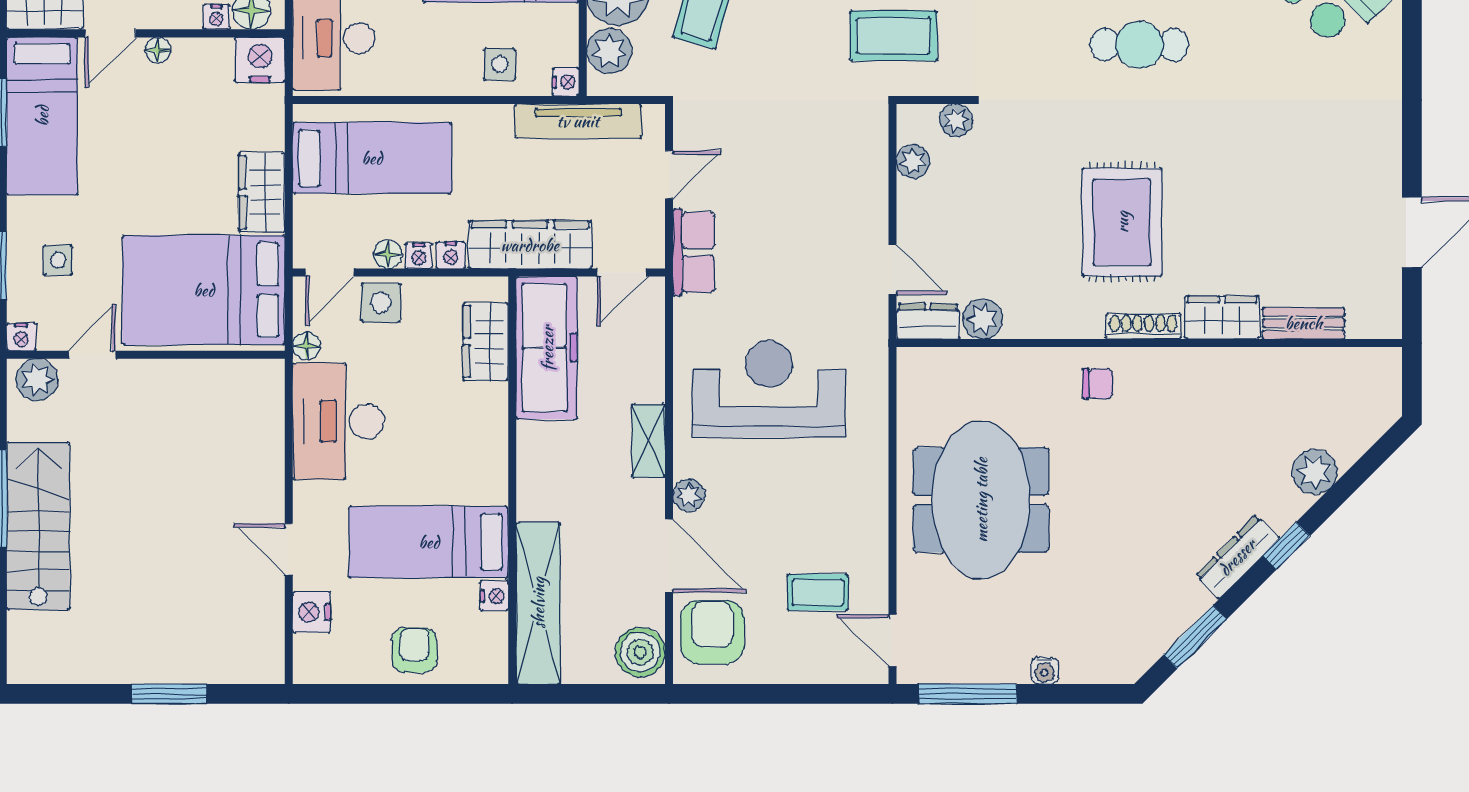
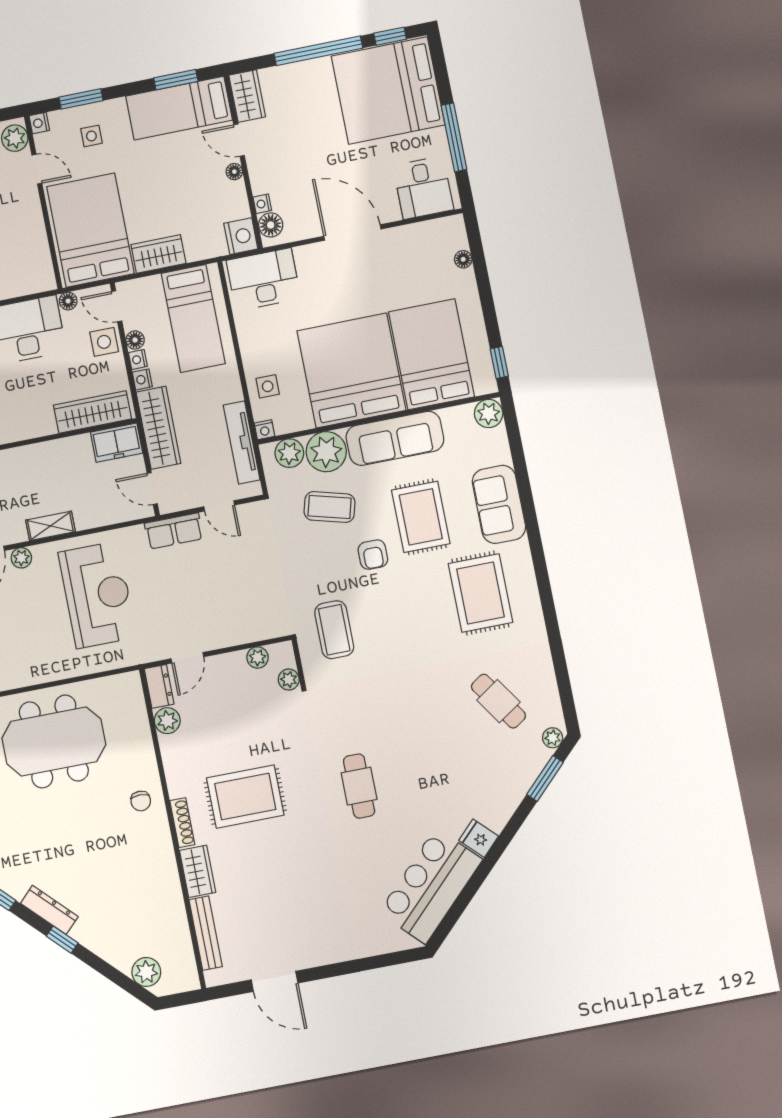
bench: (1304, 323) -> (206, 933), width x1.36
wardrobe: (486, 342) -> (93, 412), width x1.50
freezer: (547, 348) -> (117, 443), width x0.52, depth x0.79
plant: (1315, 472) -> (146, 972), moved

